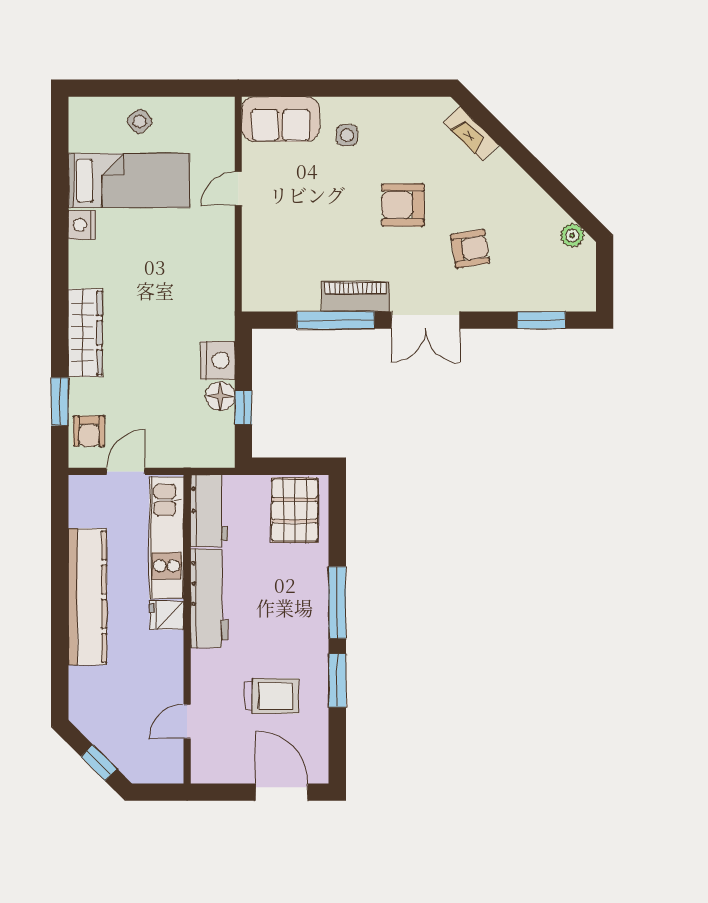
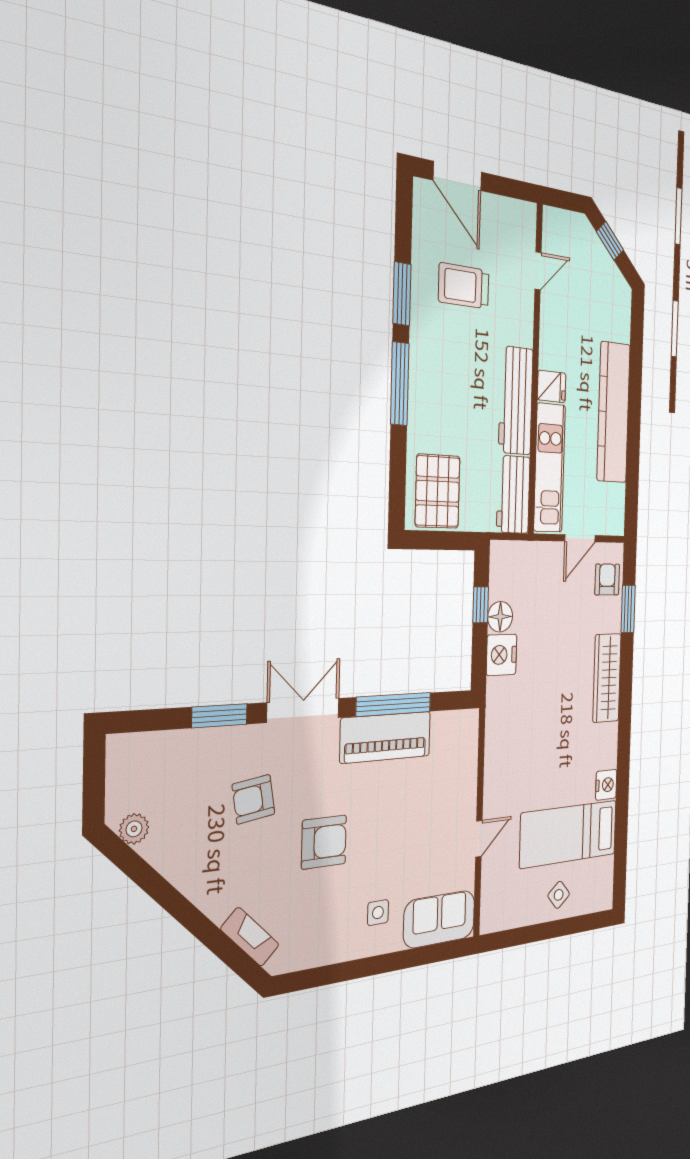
piano: (355, 296) -> (386, 737), width x1.37, depth x1.33
window: (541, 320) -> (220, 716), moved

